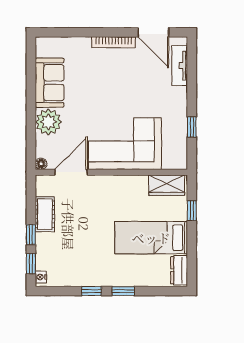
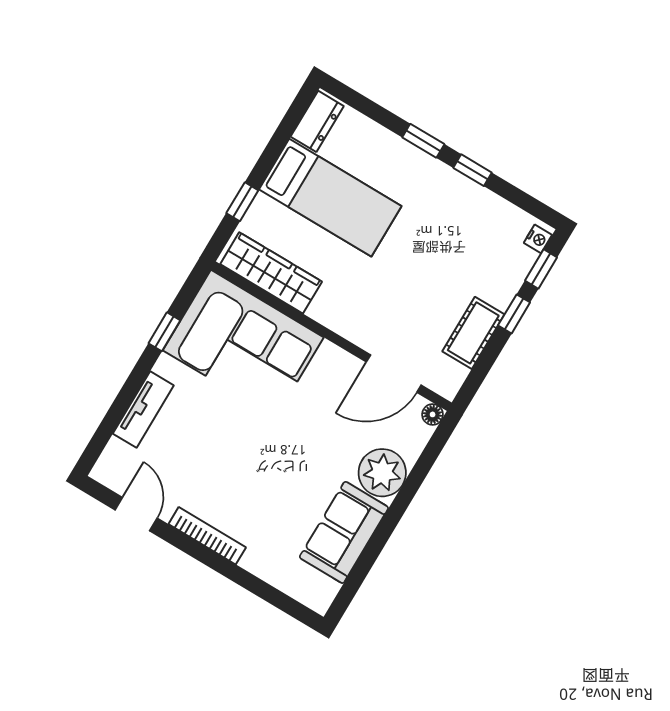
door: (153, 32) -> (136, 514), width x0.73
tv unit: (180, 66) -> (143, 410), moved
corner sofa: (125, 144) -> (243, 344), moved
wardrobe: (167, 185) -> (271, 273), width x1.50

